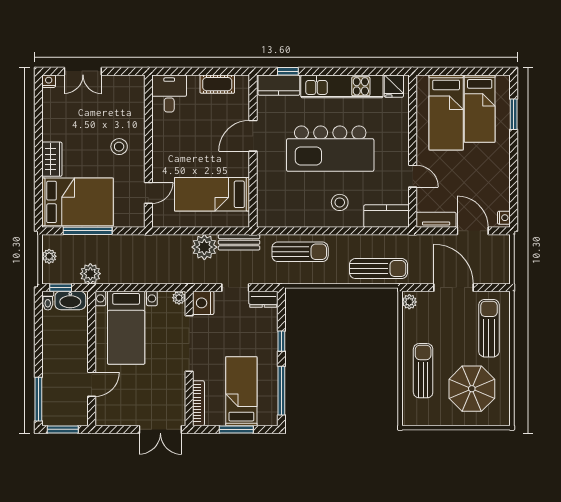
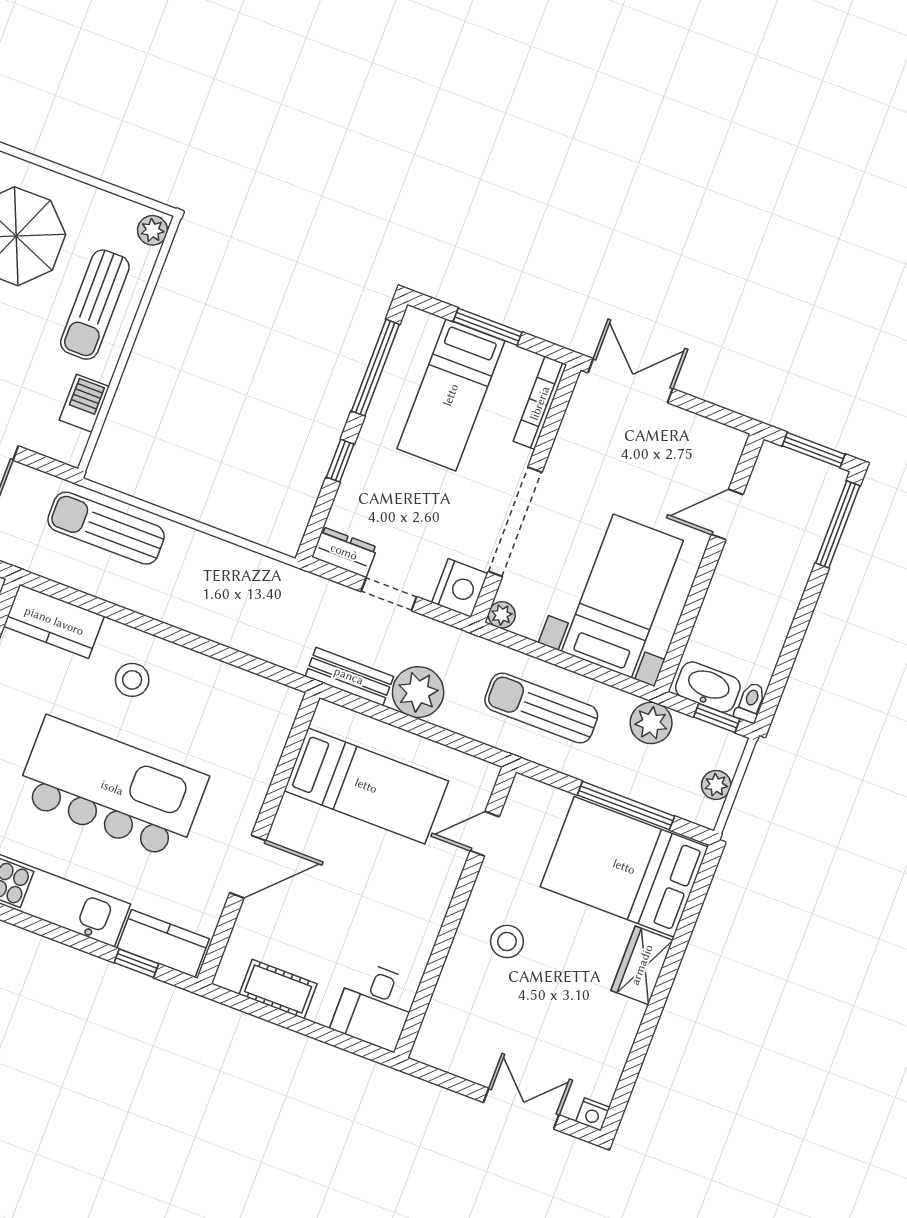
sun lounger: (300, 252) -> (541, 708), moved
plant: (409, 302) -> (152, 230), moved
barbecue: (411, 323) -> (84, 403), added

